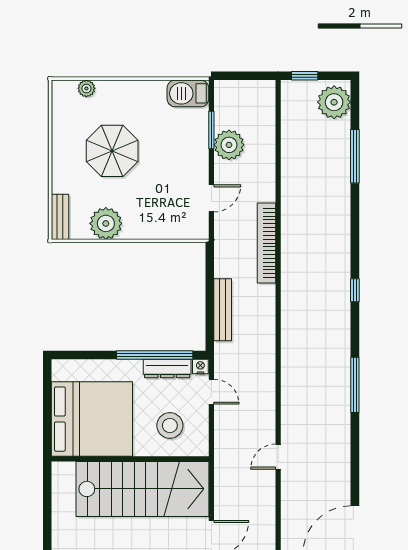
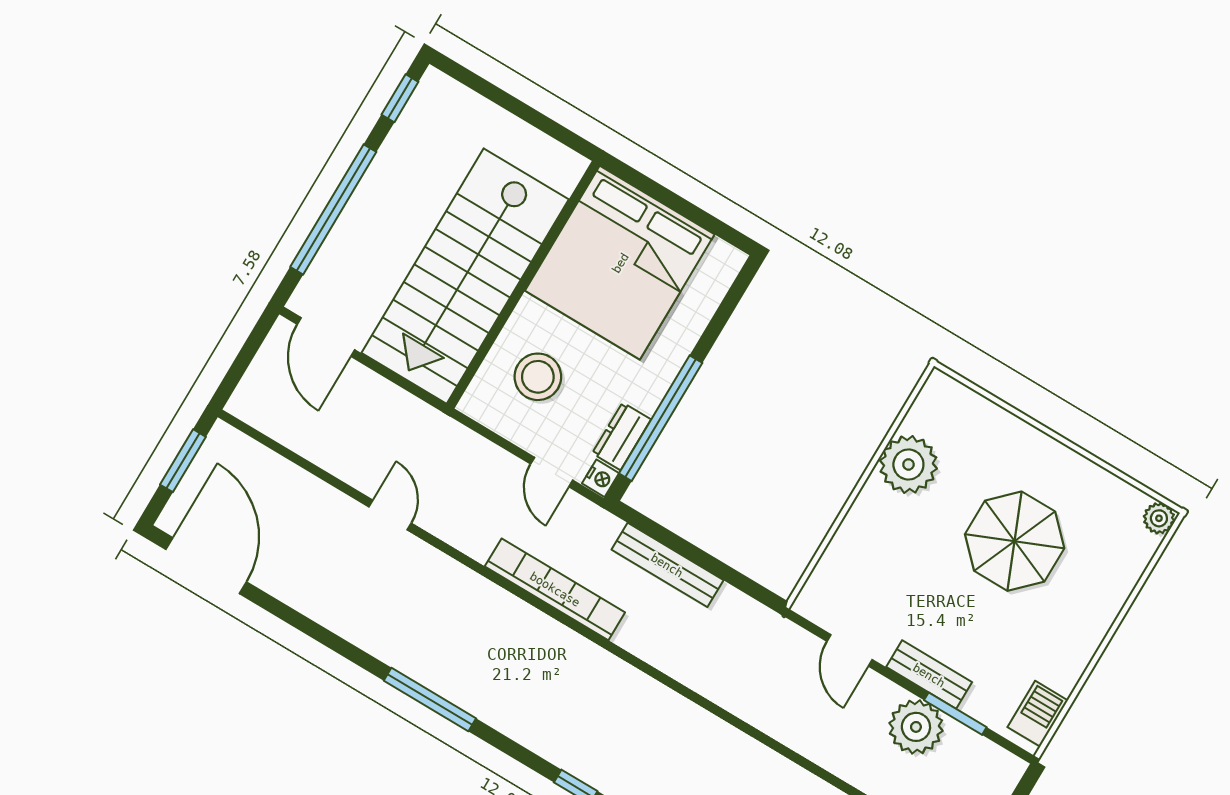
plant: (86, 88) -> (1159, 518), moved
barbecue: (188, 93) -> (1038, 714), width x0.73, depth x0.79
bench: (60, 217) -> (929, 675), moved
bookcase: (267, 243) -> (555, 589), moved
dresser: (167, 369) -> (622, 436), width x0.70
door: (211, 392) -> (552, 472), hinge flipped

